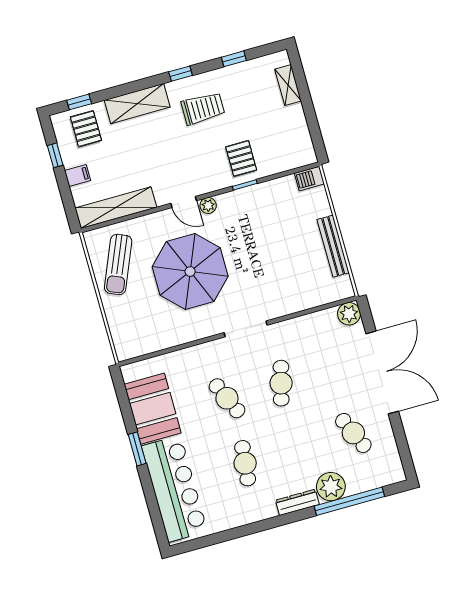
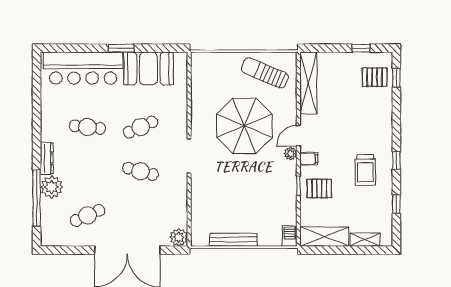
shelving: (137, 104) -> (324, 237), moved, turned 90
filing cabinet: (77, 175) -> (309, 159), moved, turned -90

